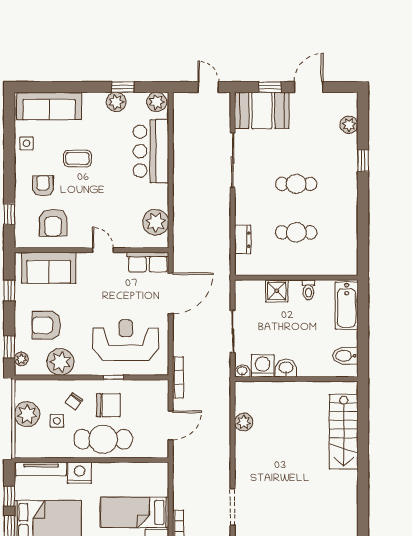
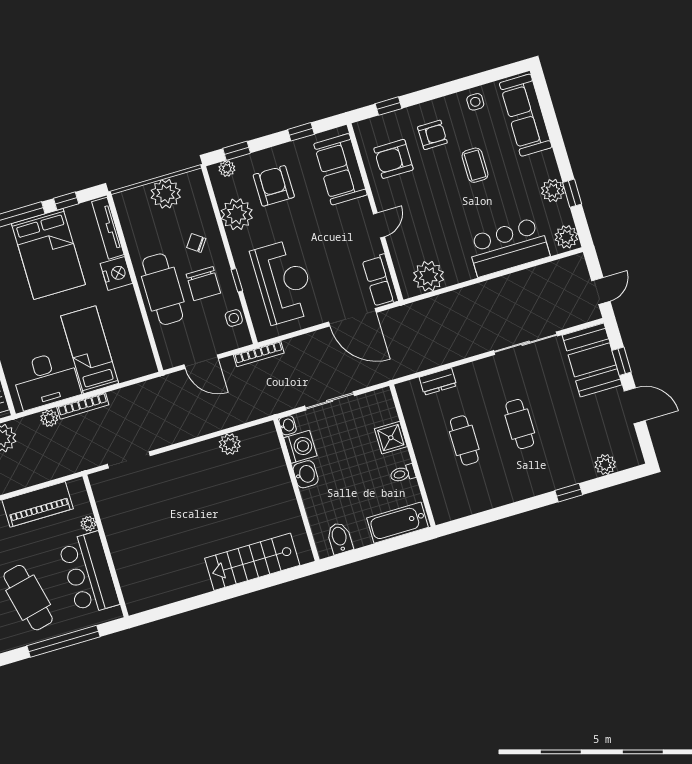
side table: (57, 421) -> (234, 318), moved

